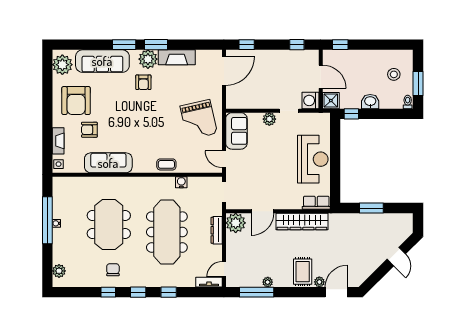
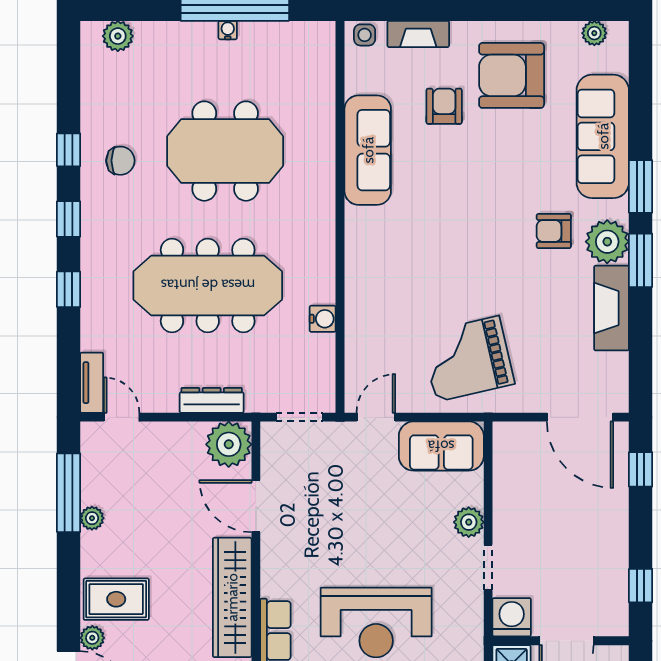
plant: (62, 65) -> (594, 33), width x0.53, depth x0.53
coffee table: (166, 164) -> (364, 284), removed

